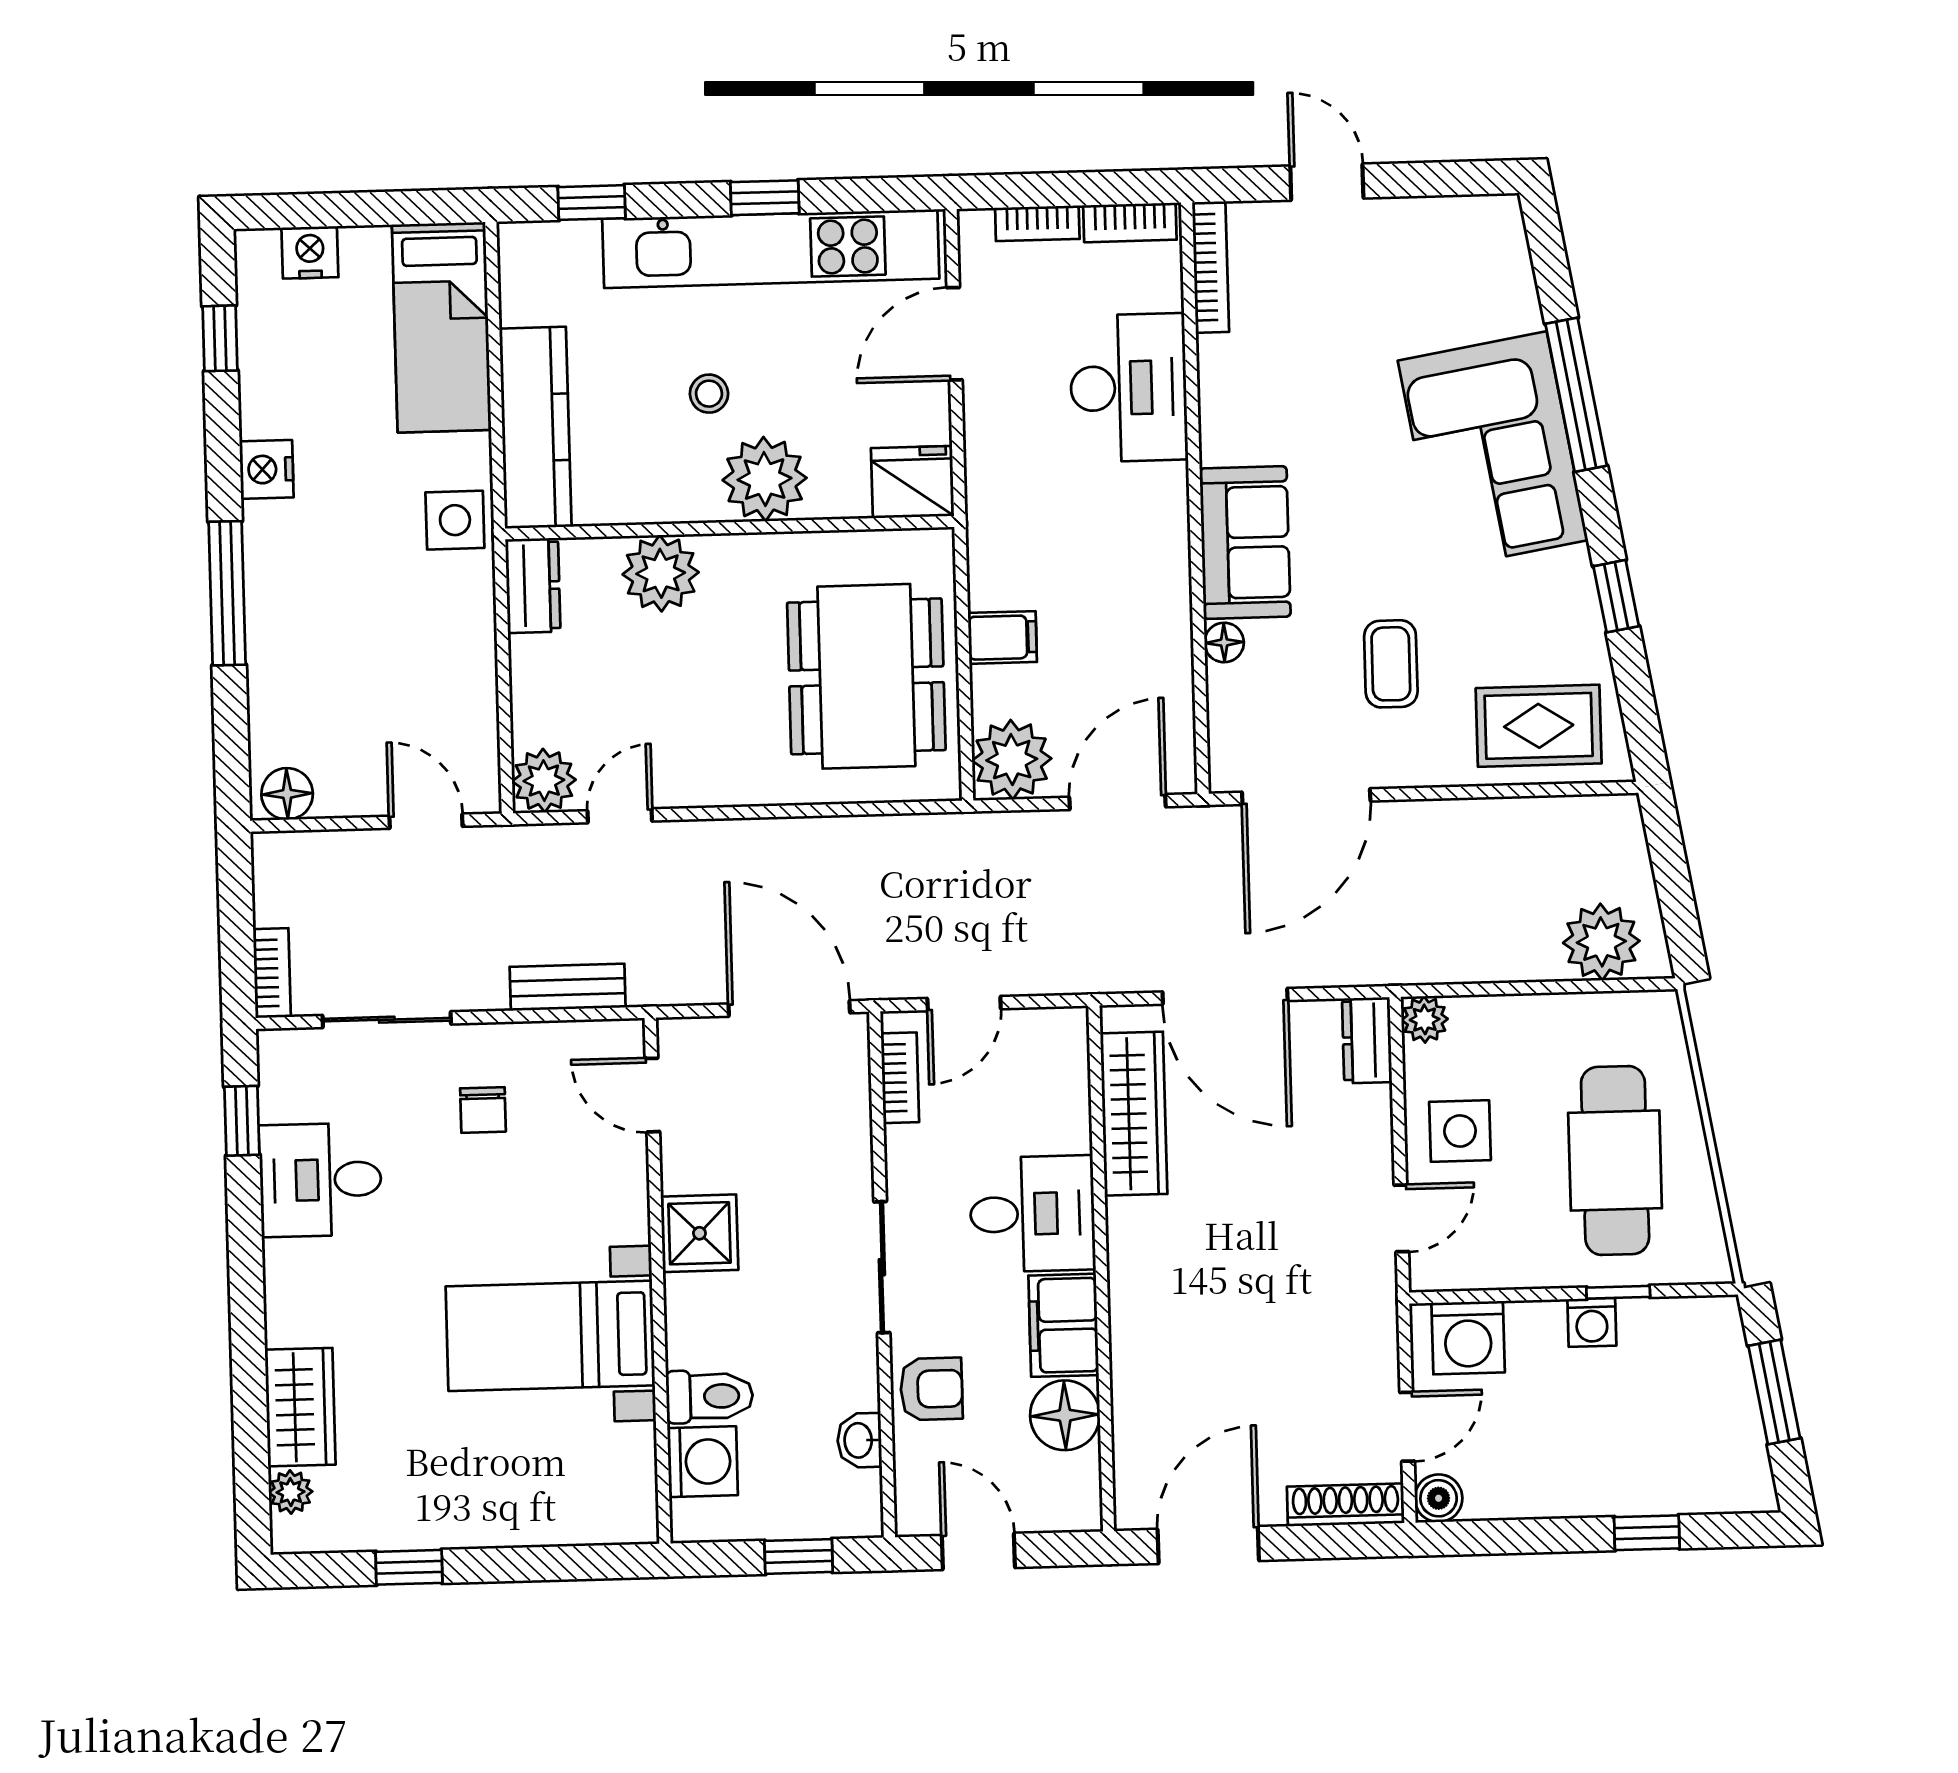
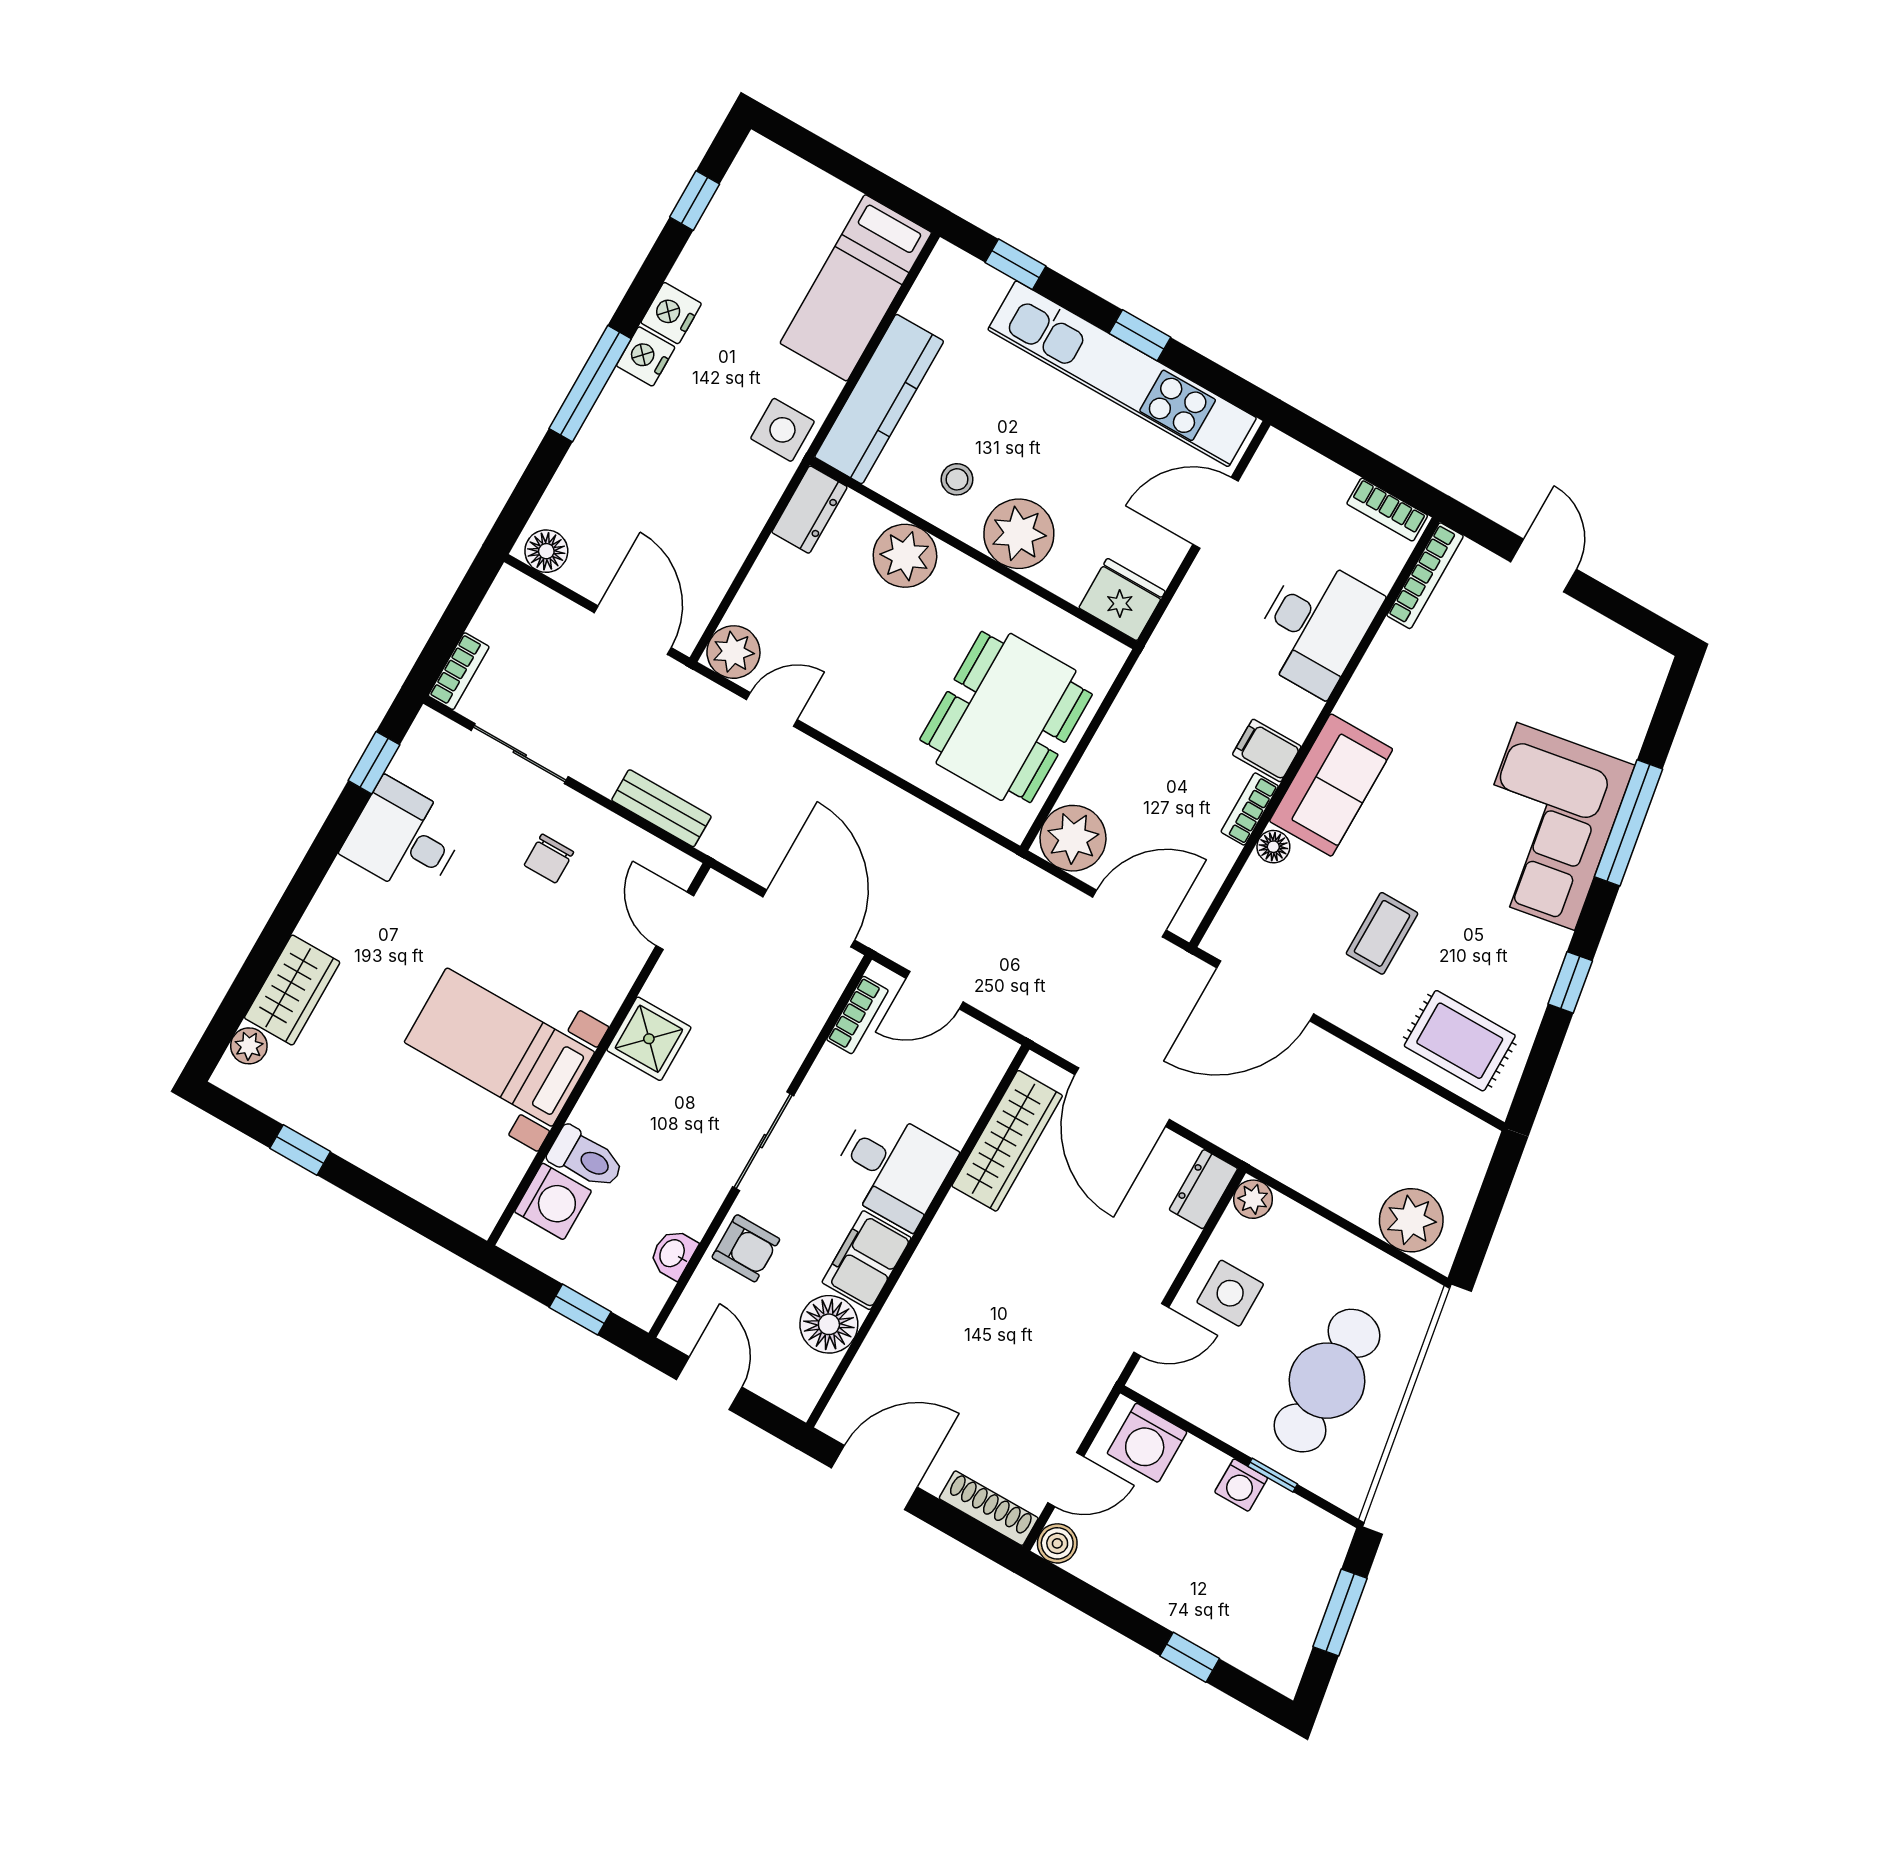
bookcase: (1037, 223) -> (1250, 809), moved, turned 90
nightstand: (310, 252) -> (646, 356), moved, turned -90
stool: (709, 394) -> (957, 479), moved
filing cabinet: (1002, 637) -> (1267, 751), moved, turned 180
door: (426, 821) -> (633, 630), width x1.38

